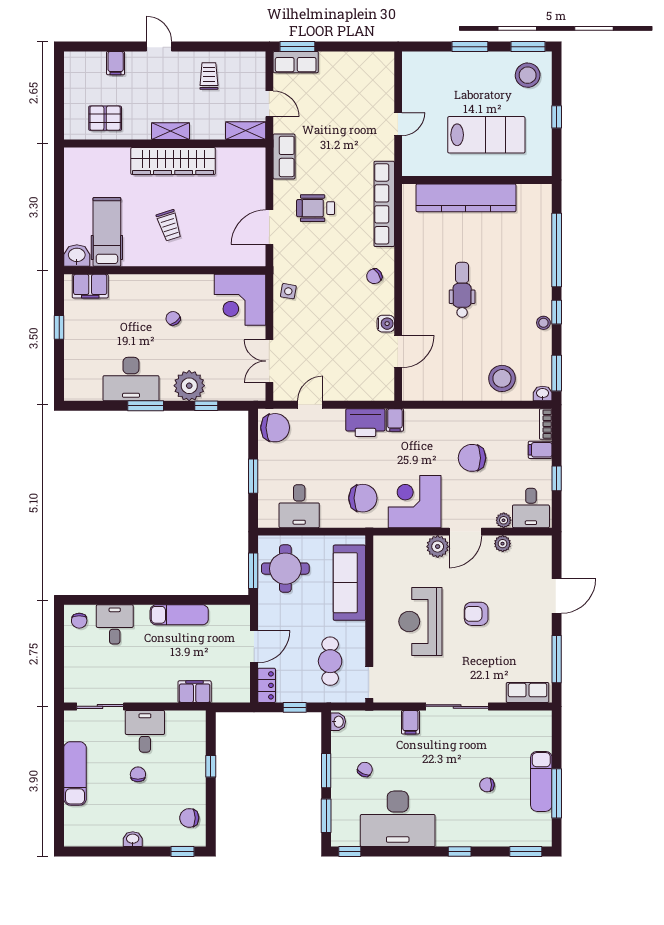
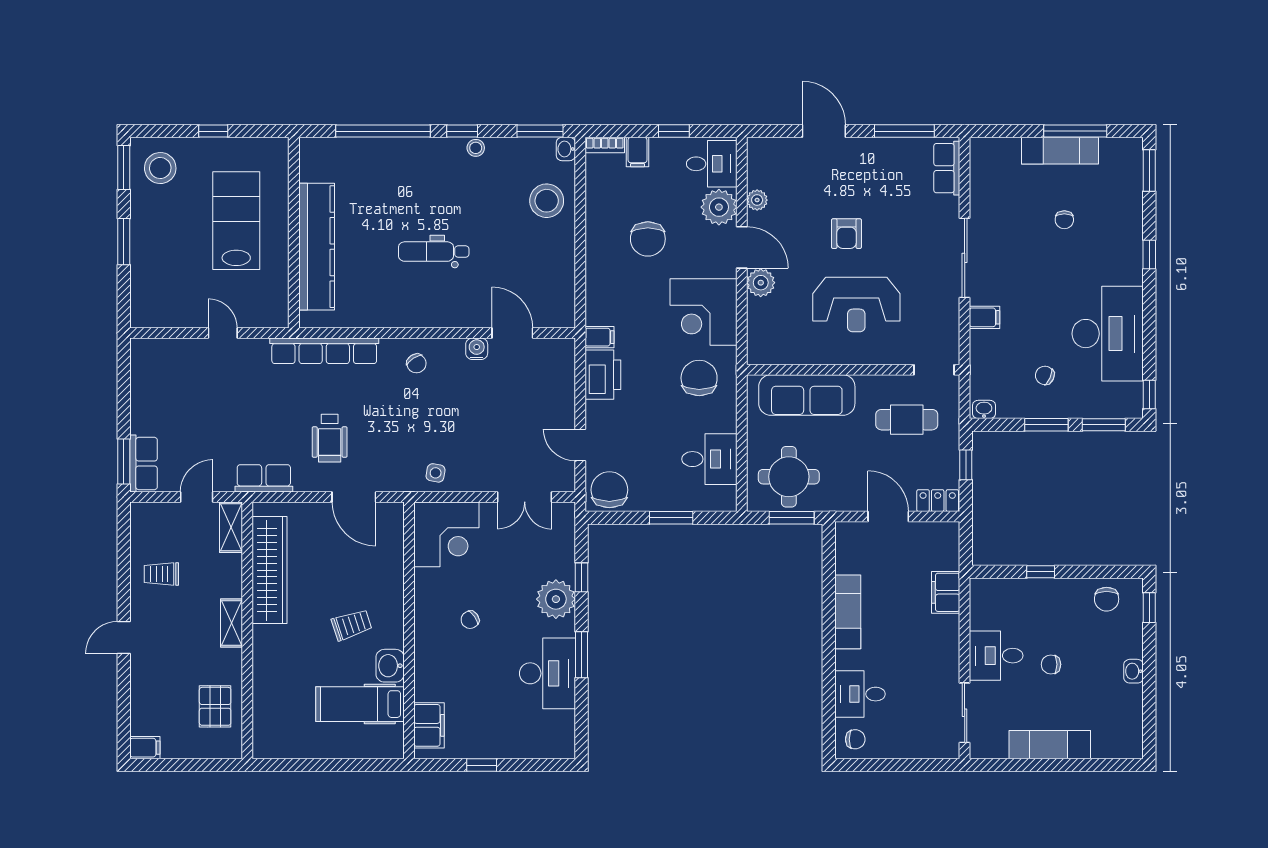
filing cabinet: (116, 63) -> (145, 748), moved
wardrobe: (173, 161) -> (270, 570), moved
washbasin: (77, 256) -> (390, 666), moved
plant: (504, 520) -> (719, 207), width x1.87, depth x1.87

